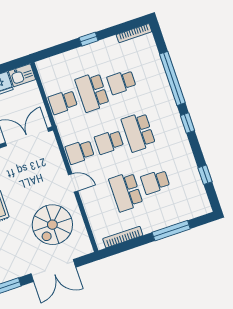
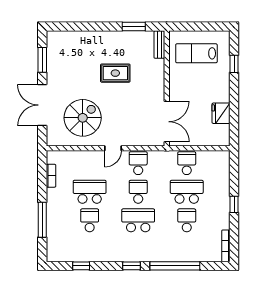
kitchen sink: (22, 75) -> (222, 135), removed
spiral stairs: (52, 225) -> (83, 118), turned 90
bookcase: (123, 237) -> (51, 176), width x0.64

